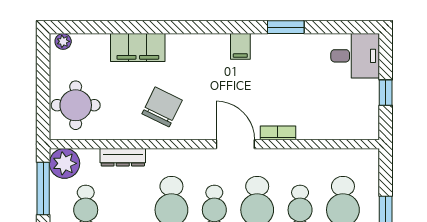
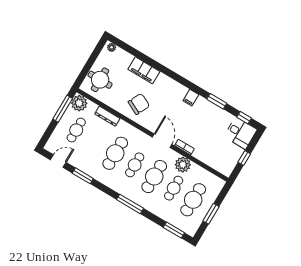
window: (346, 27) -> (244, 118), added
plant: (292, 163) -> (183, 165), added

